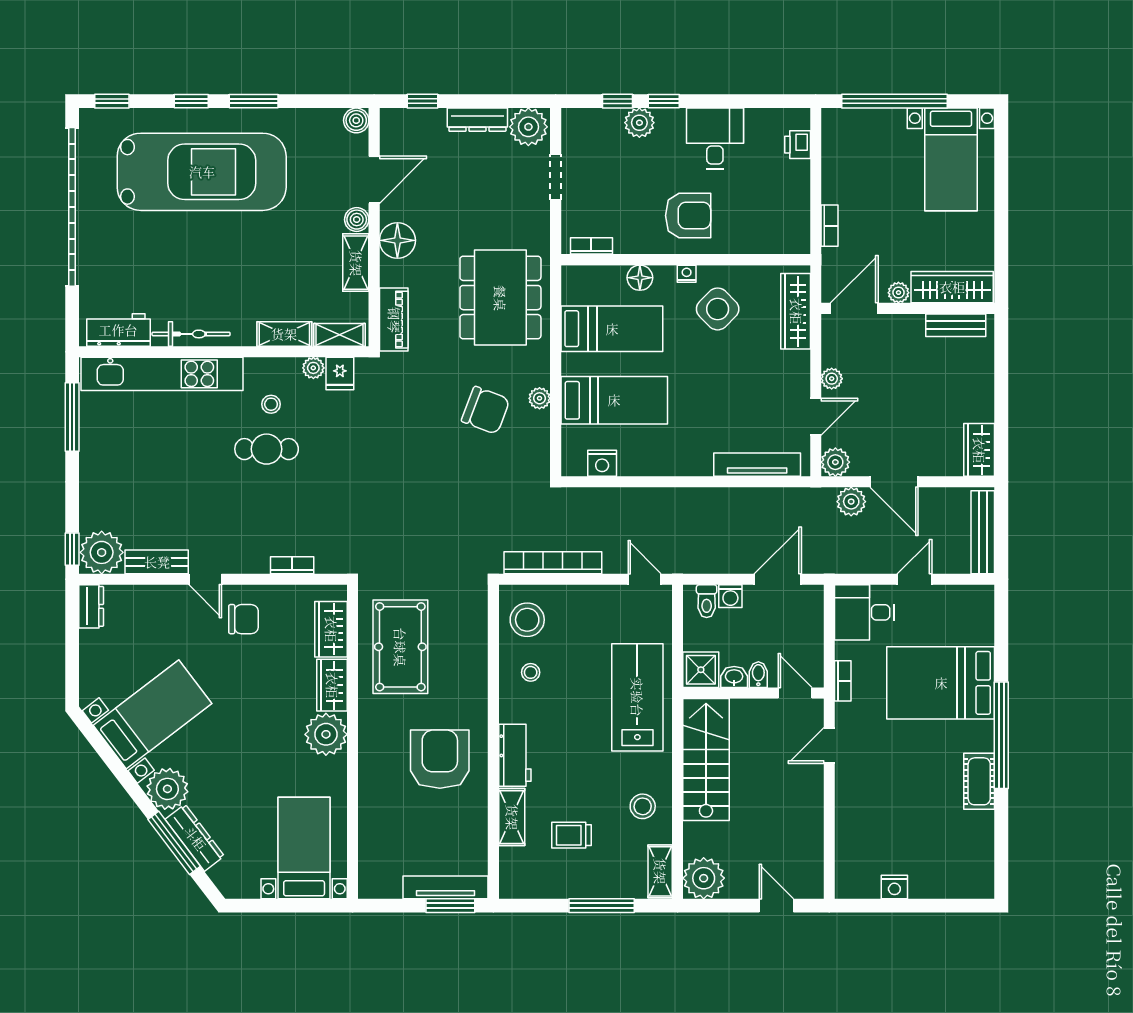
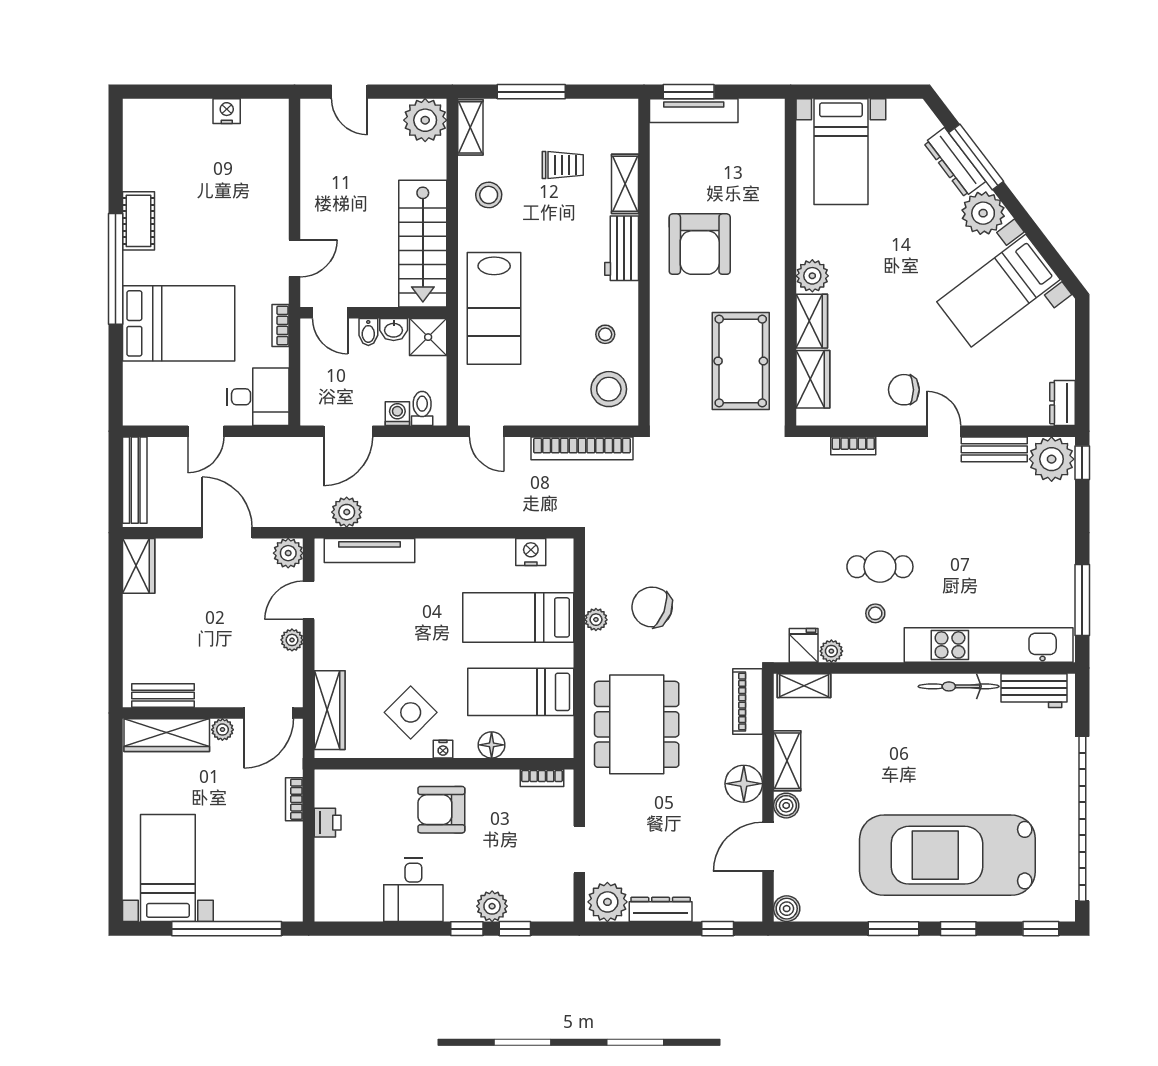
printer: (798, 145) -> (328, 823), moved
shelving: (284, 334) -> (861, 686), removed
plant: (851, 502) -> (347, 512), moved
plant: (326, 734) -> (812, 276), width x0.73, depth x0.73

